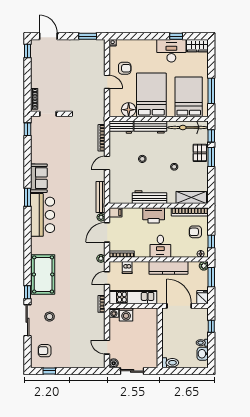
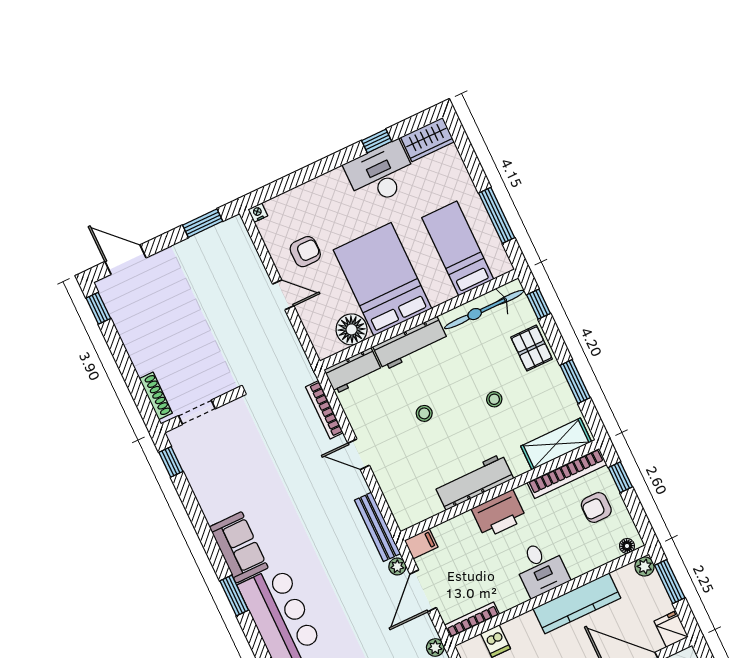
bed: (189, 97) -> (458, 248), width x0.67
window: (211, 157) -> (575, 381), moved
door: (107, 163) -> (359, 454), hinge flipped
window: (211, 241) -> (620, 477), moved

